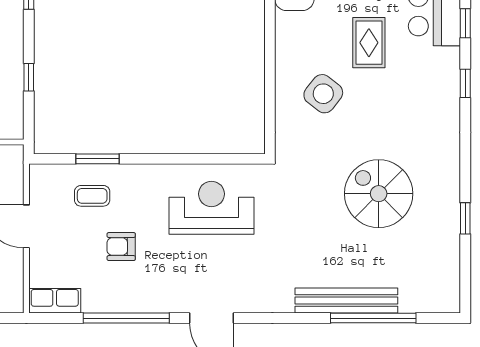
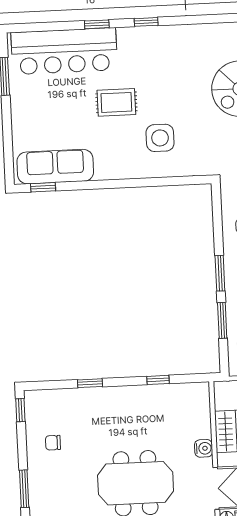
side table: (323, 94) -> (160, 138), turned -38
window: (155, 159) -> (220, 273), added

